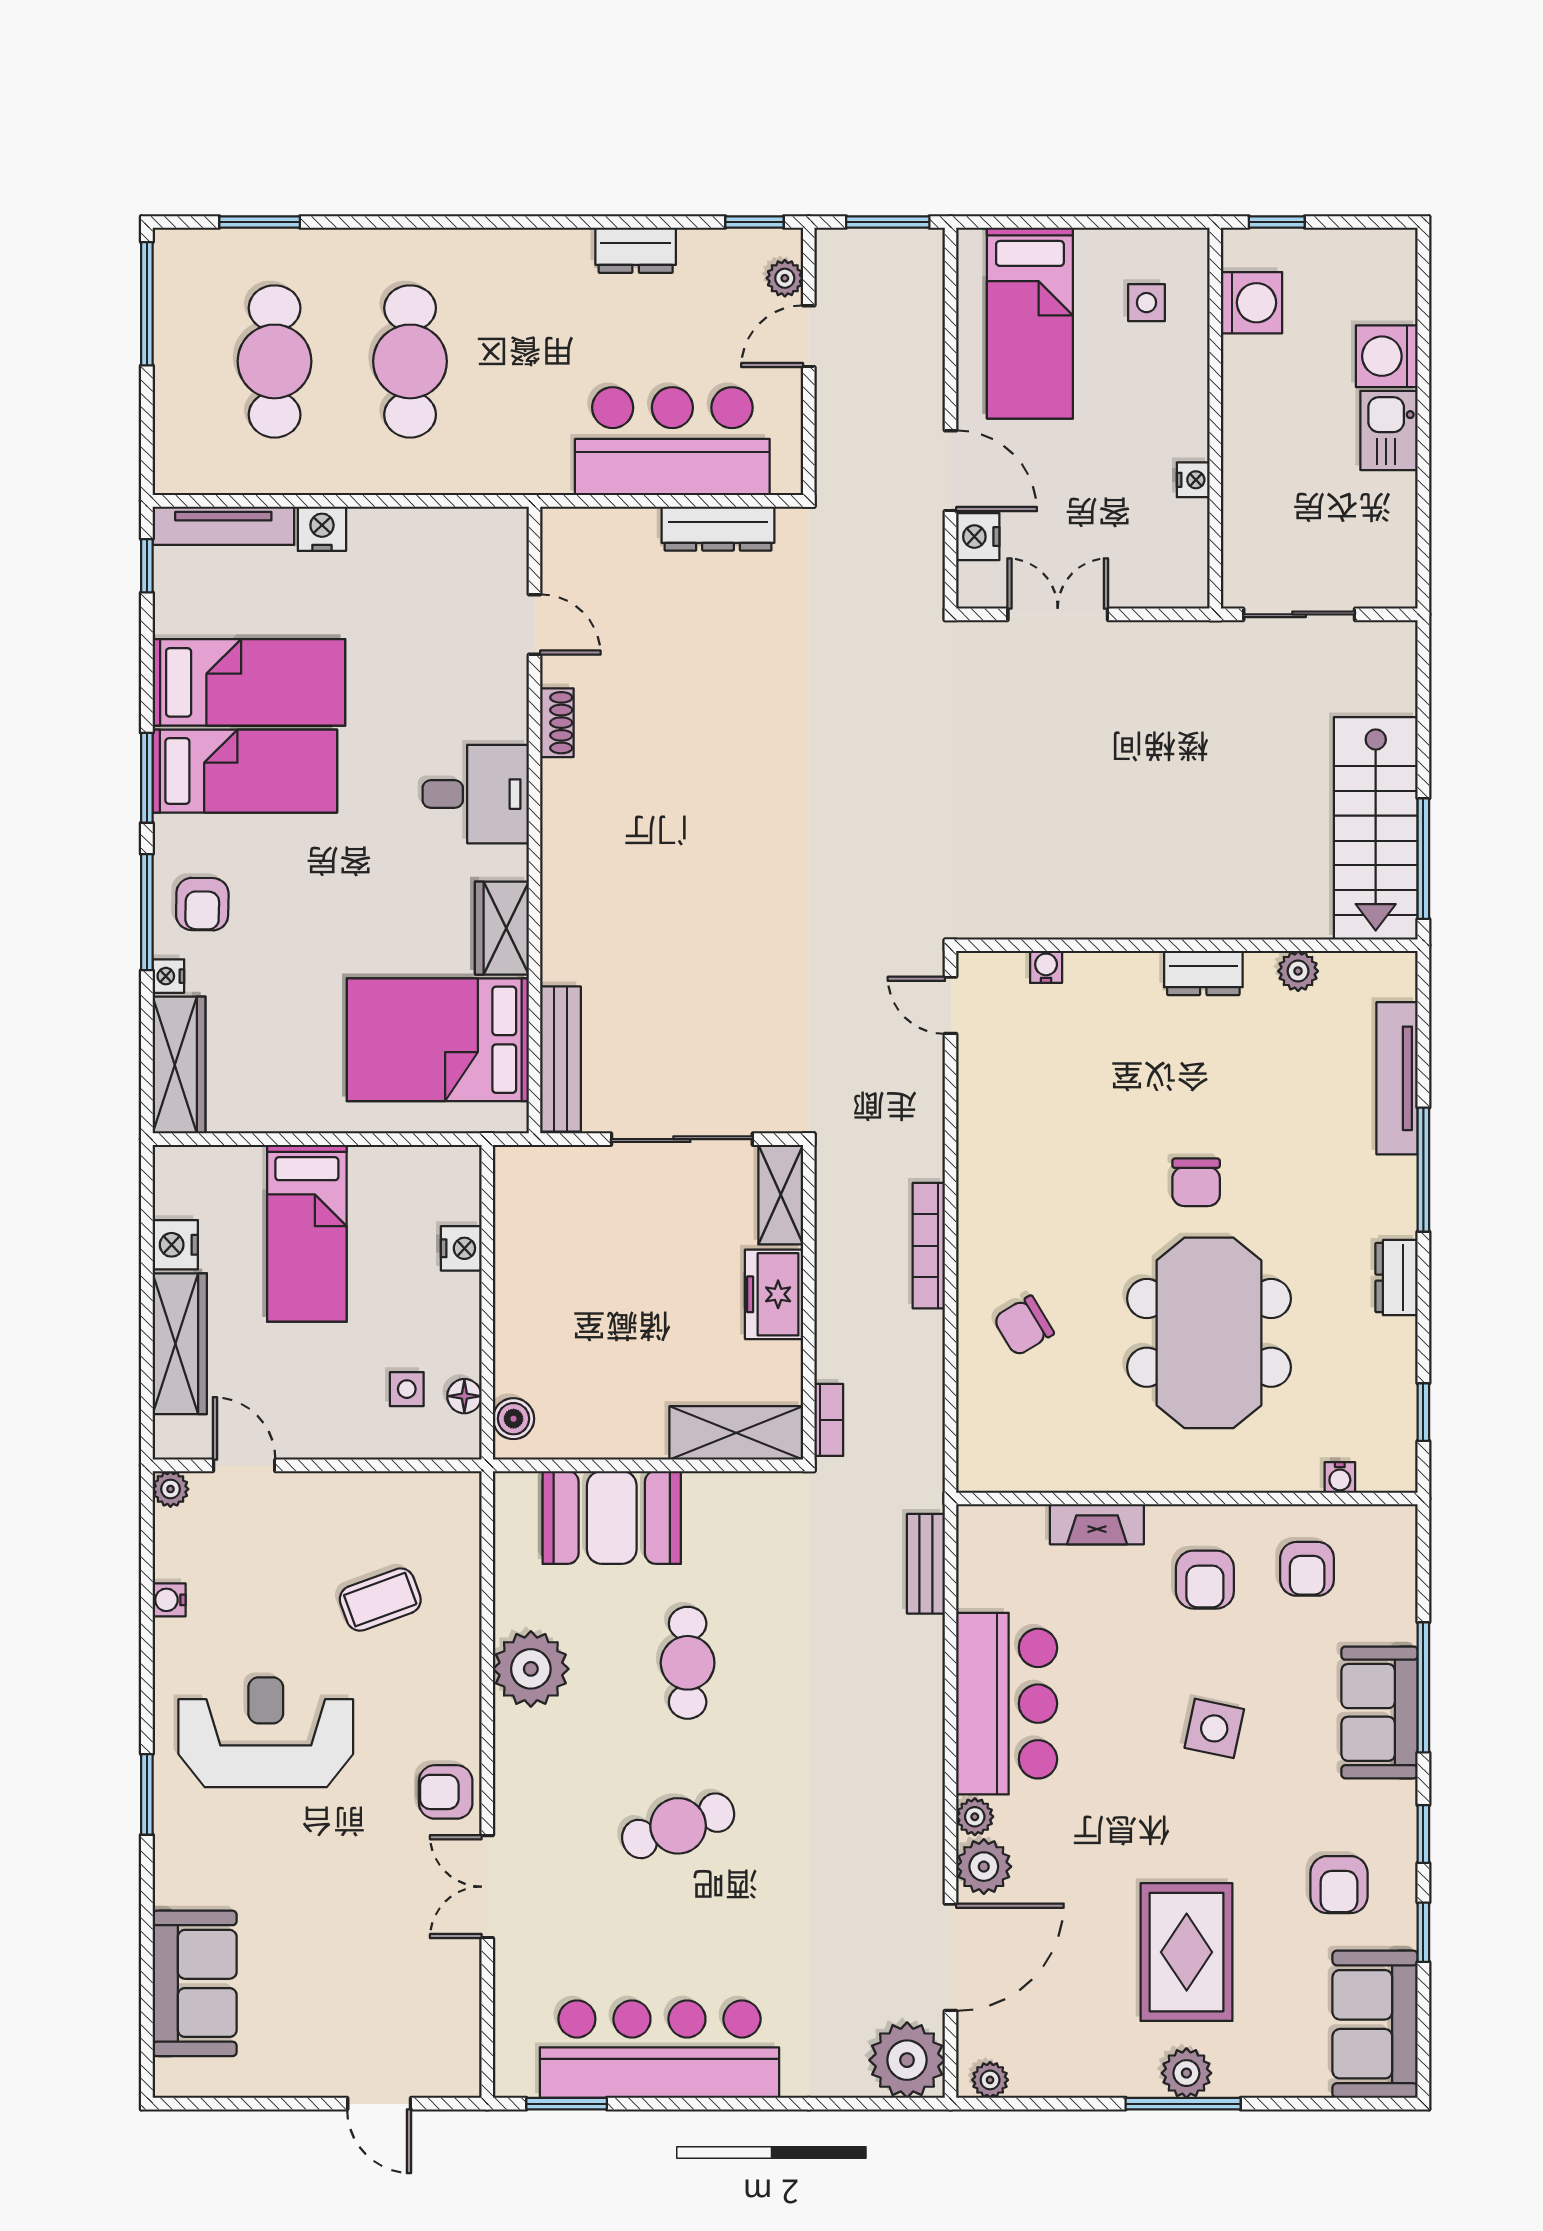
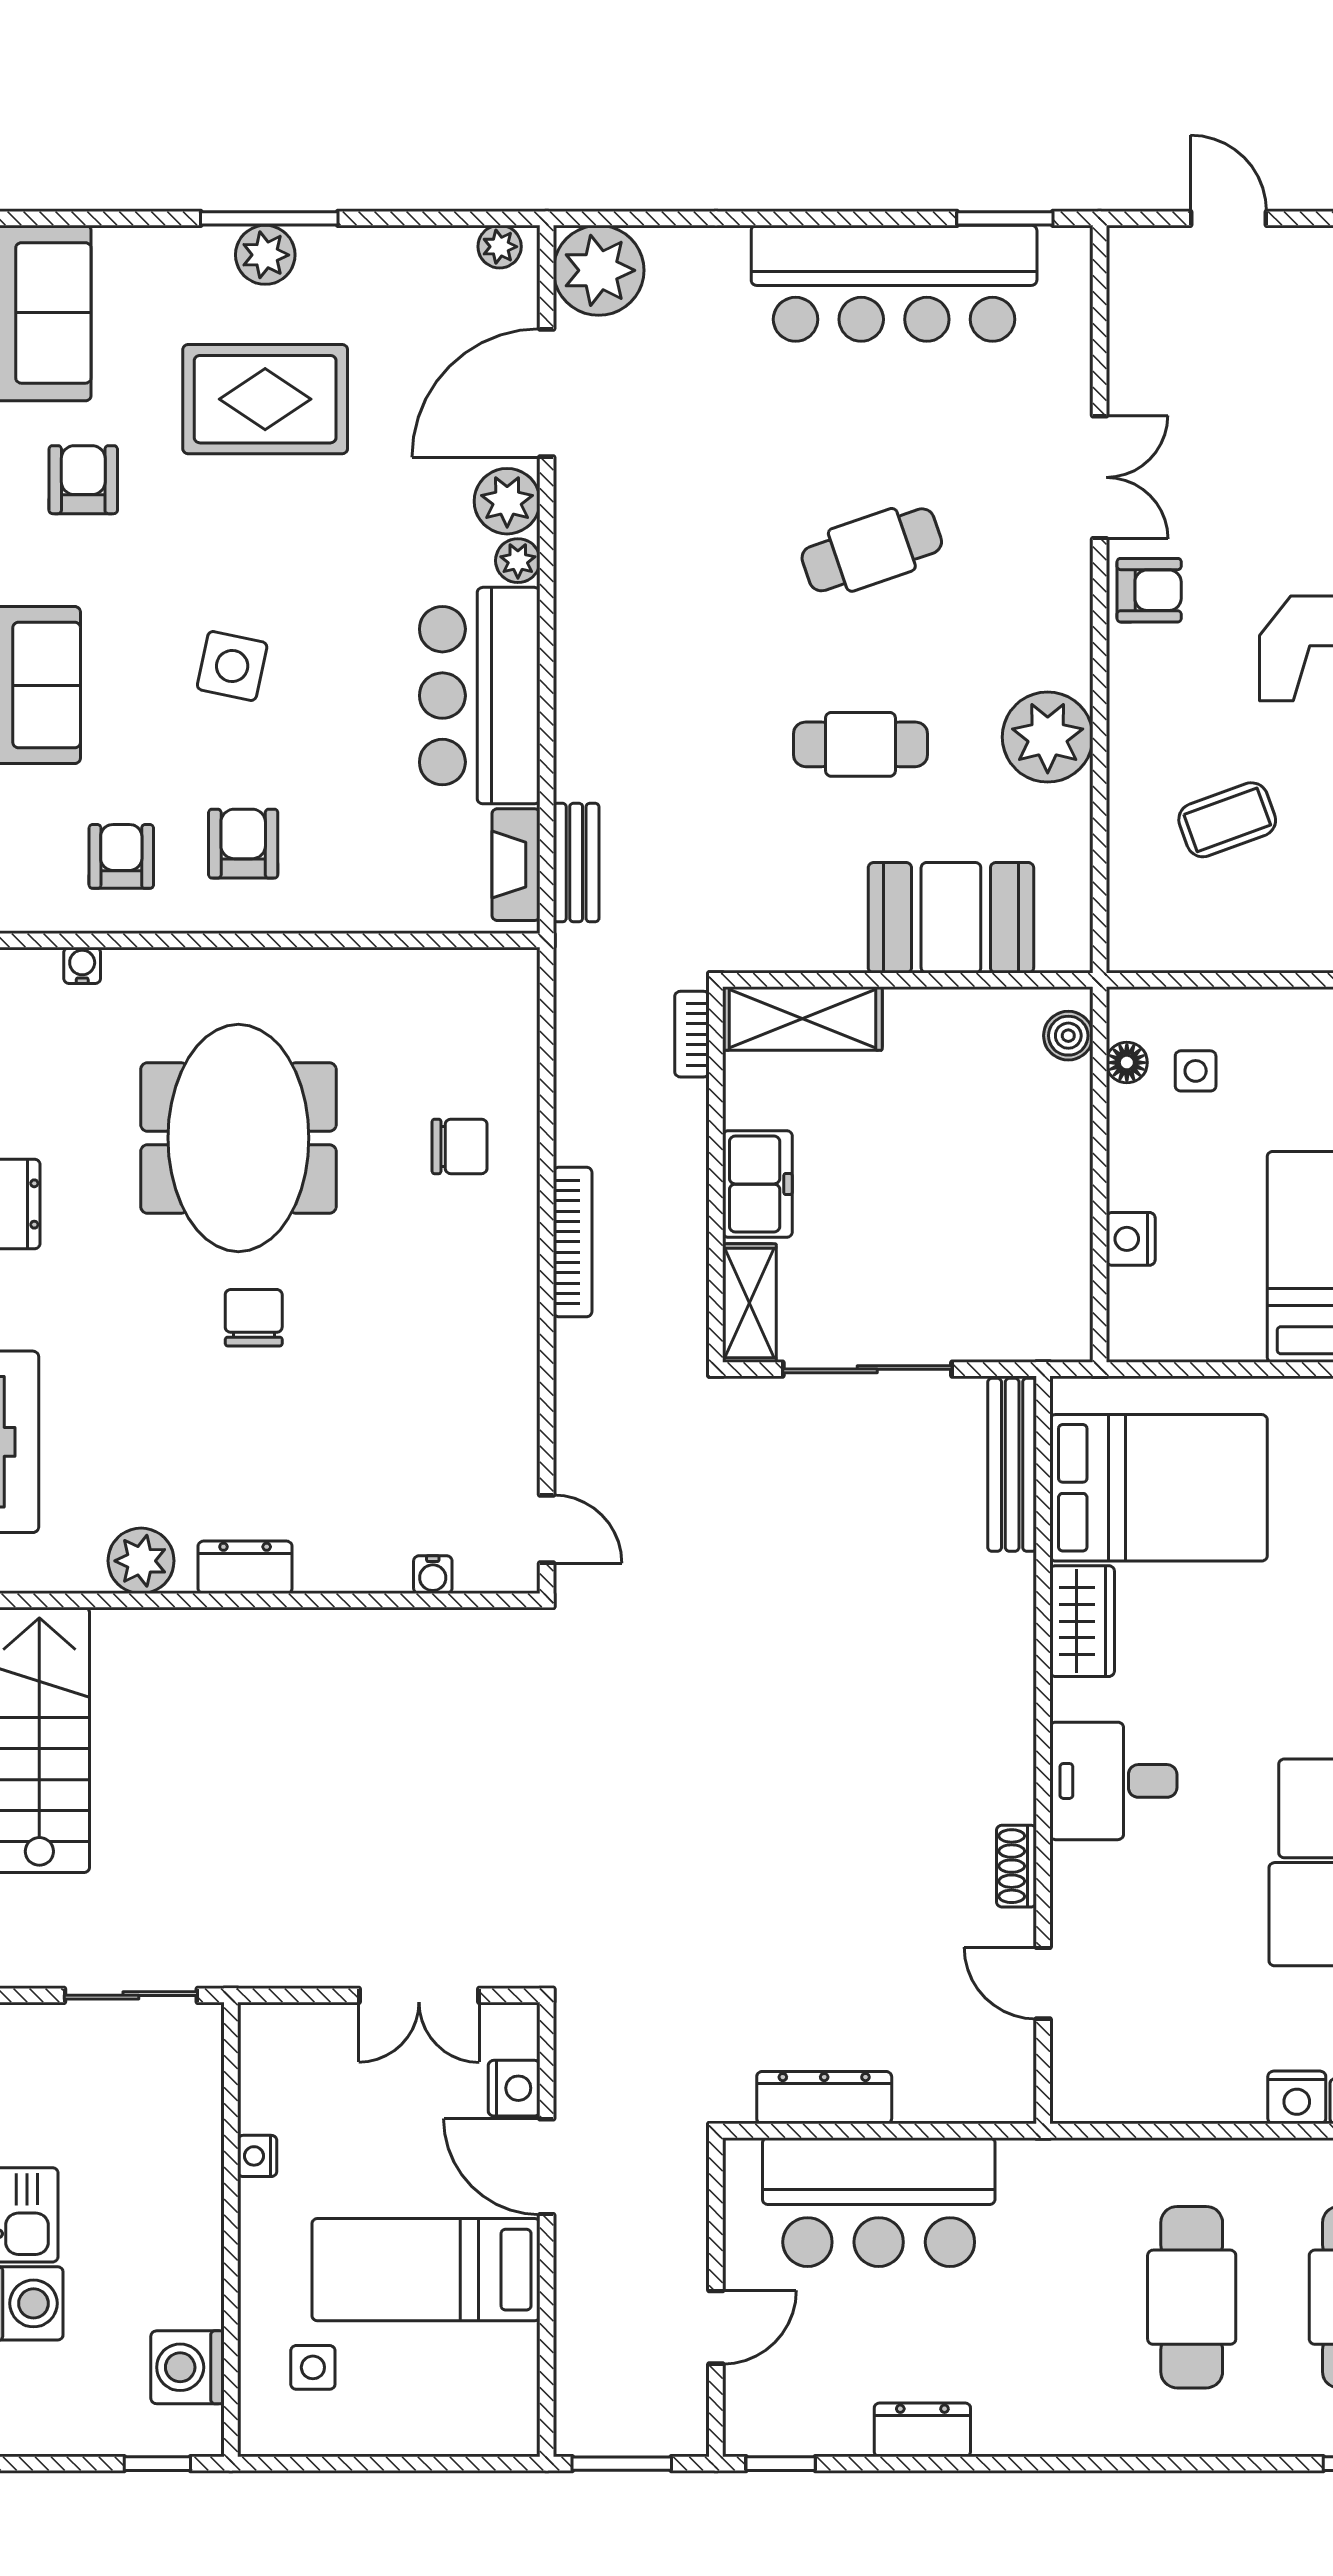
plant: (785, 278) -> (745, 2396), removed
bed: (1030, 323) -> (426, 2270), moved, turned -90
plant: (1298, 971) -> (141, 1561), width x1.38, depth x1.38
chair: (1024, 1326) -> (460, 1146), turned 31
fireplace: (1097, 1524) -> (516, 865), moved, turned -90
cafe table: (688, 1663) -> (860, 744), turned 90
rug: (1187, 1952) -> (265, 399), turned 90

